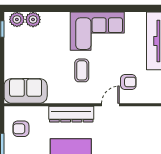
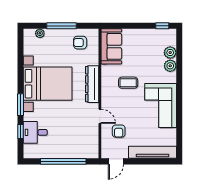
plant: (17, 19) -> (170, 66), moved
coffee table: (82, 70) -> (128, 83), moved
armchair: (21, 129) -> (80, 43), turned -90

